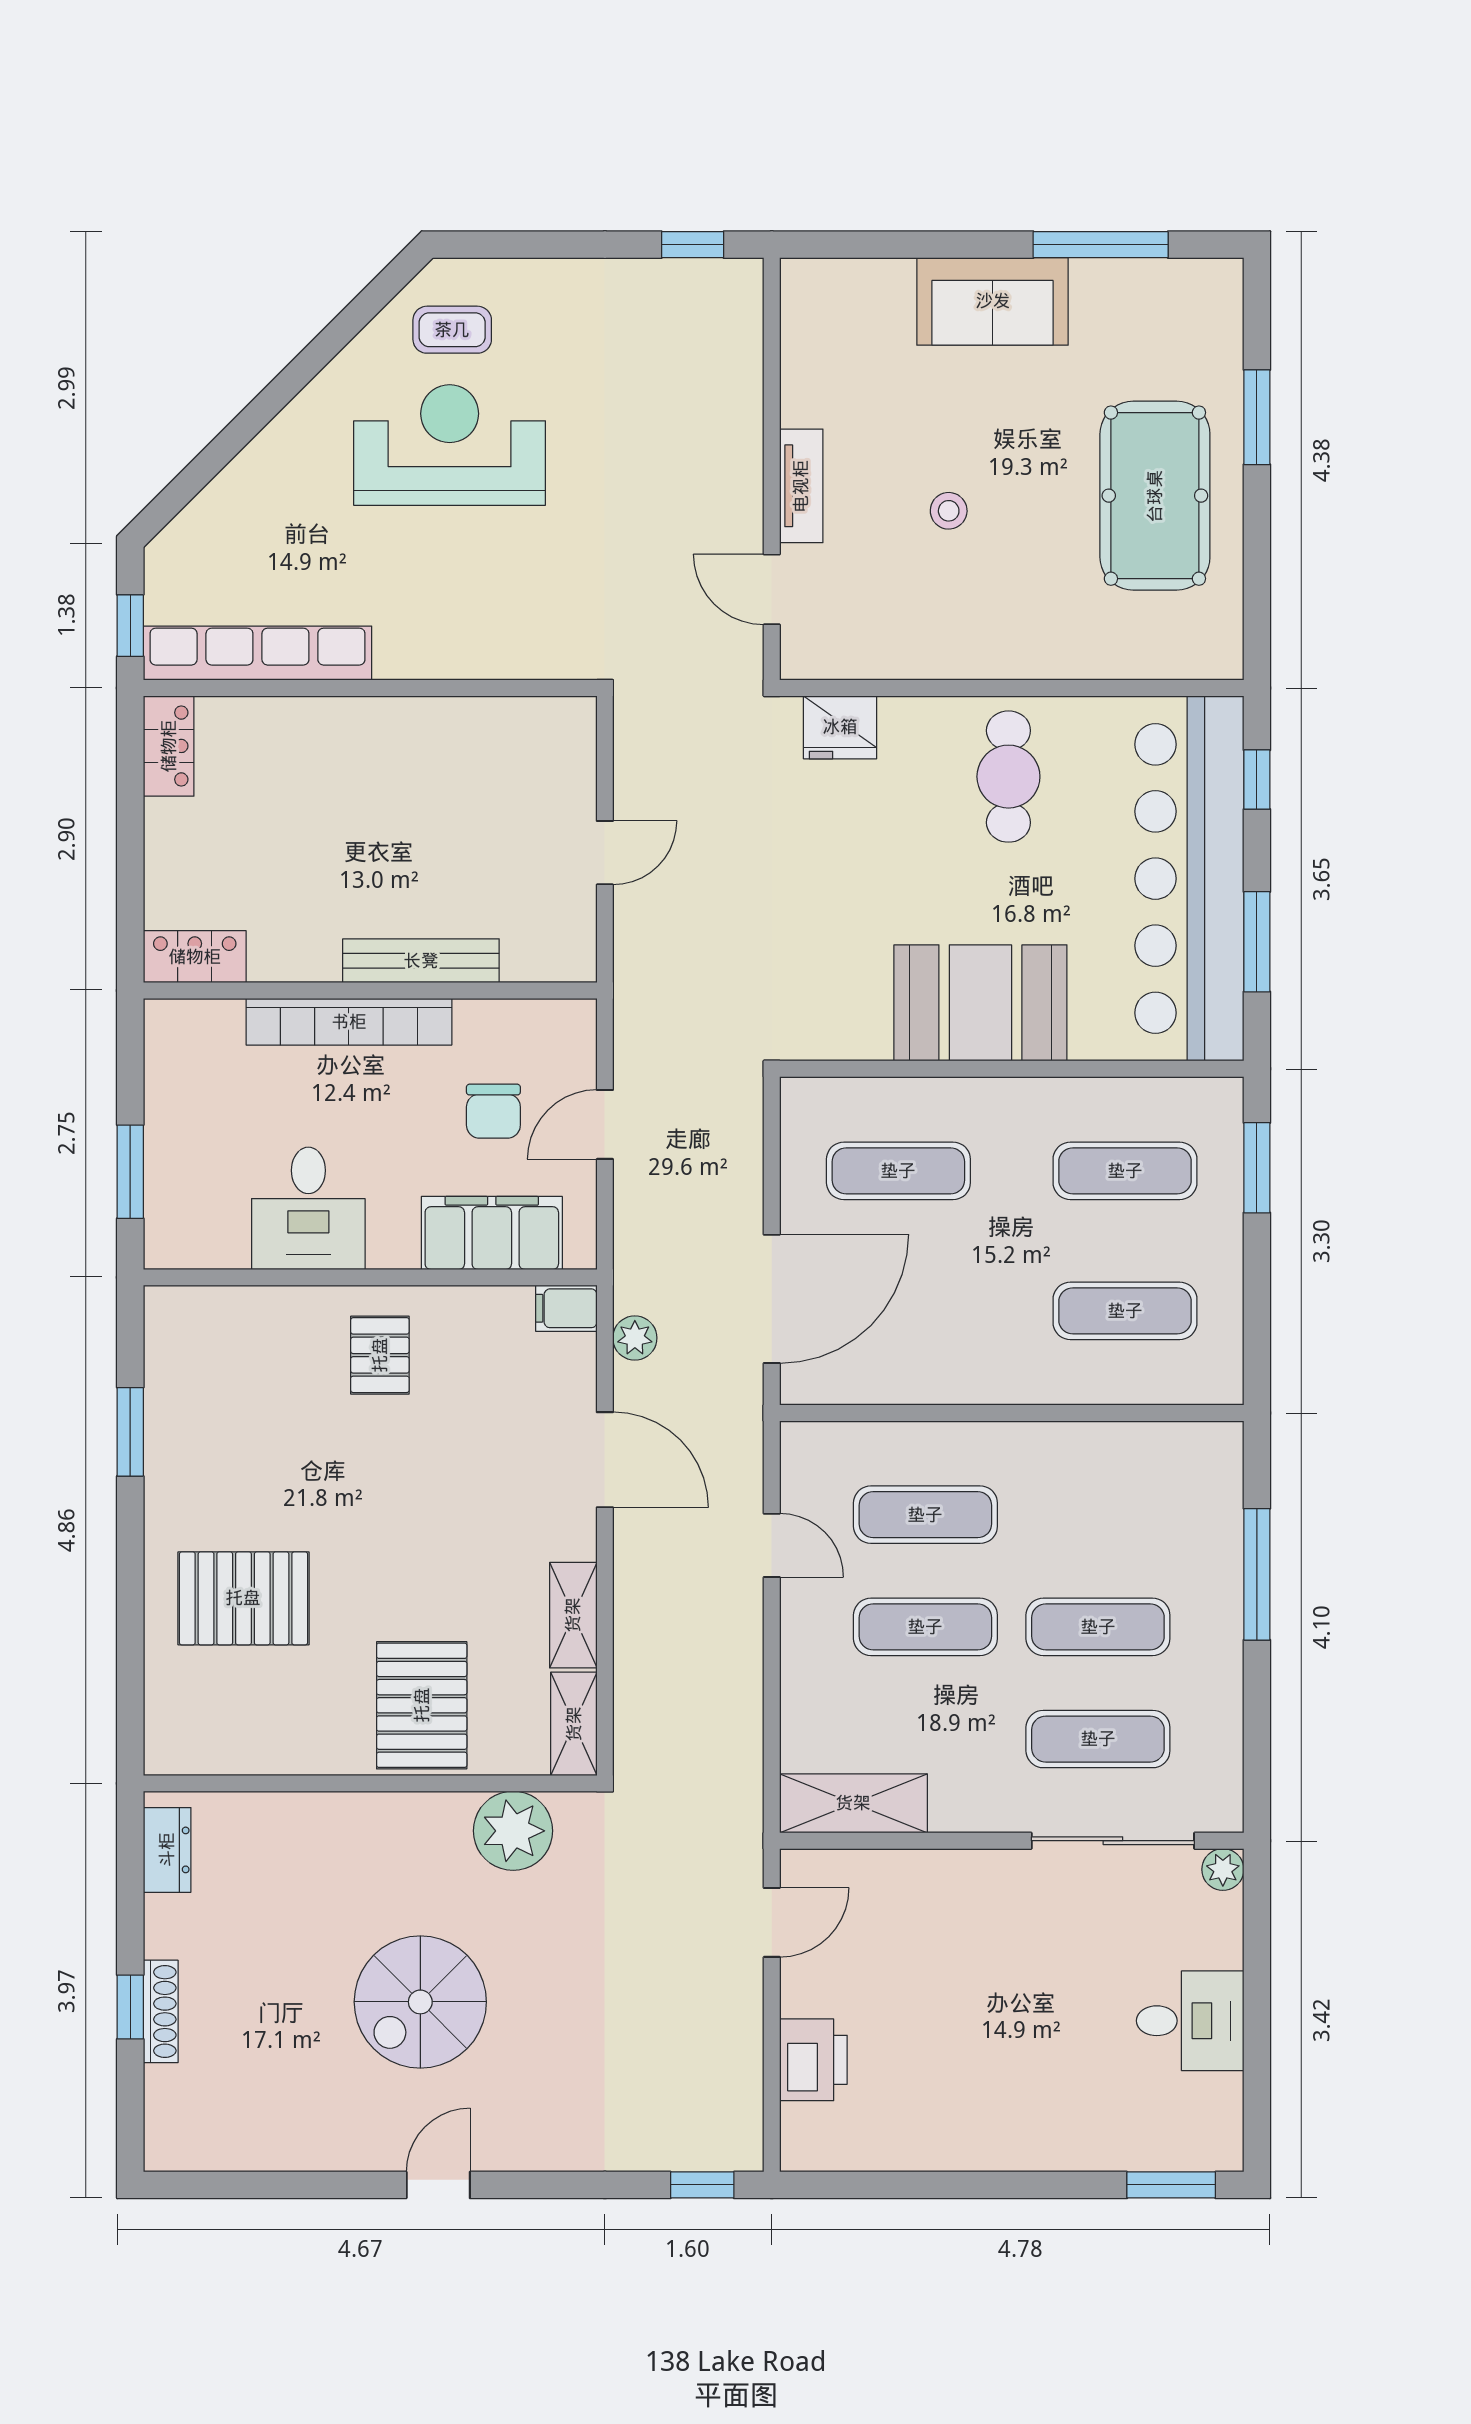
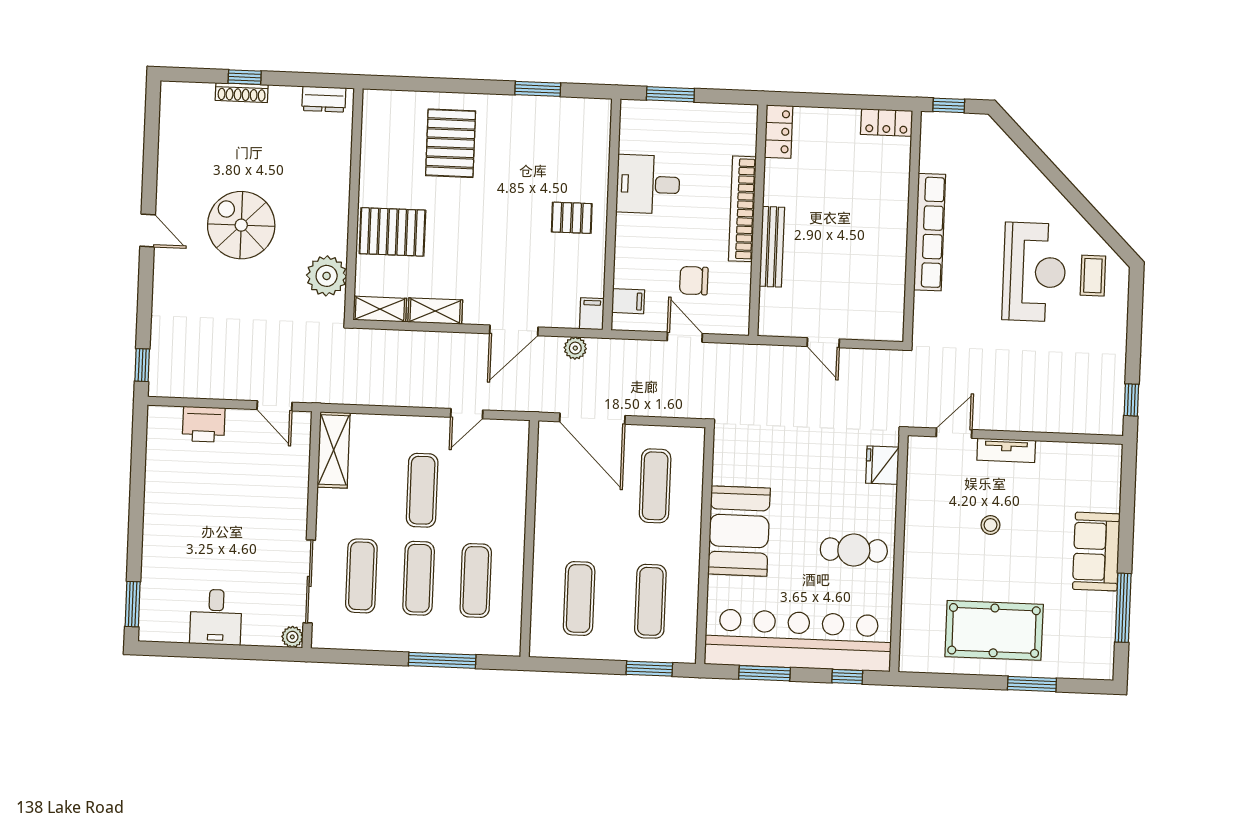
row of seats: (257, 653) -> (930, 232), moved
filing cabinet: (492, 1233) -> (628, 301), width x0.33, depth x0.86
exercise mat: (925, 1515) -> (476, 581), moved

